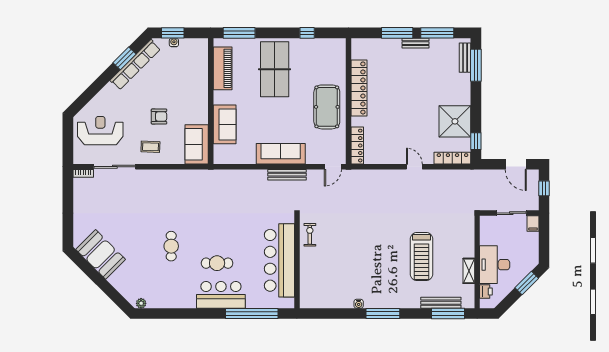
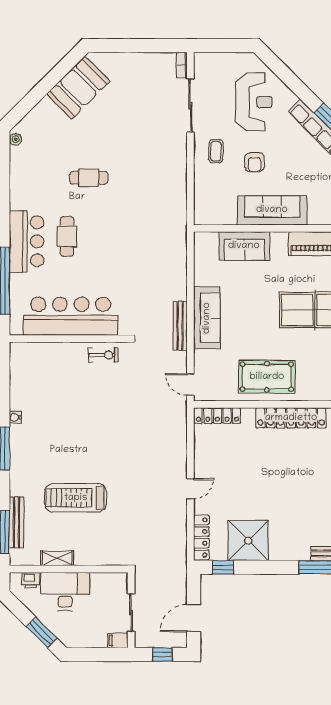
reception desk: (100, 131) -> (254, 102), moved
sofa: (197, 144) -> (272, 210), moved, width x1.36

